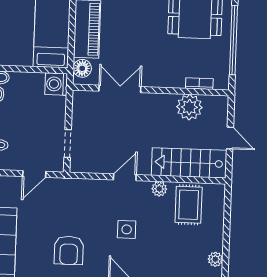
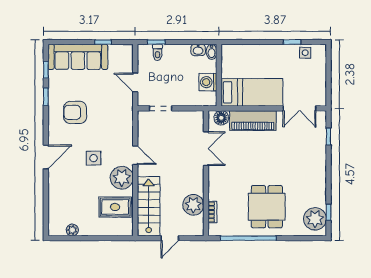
washing machine: (56, 84) -> (208, 82), moved, turned -90
plant: (159, 189) -> (122, 178), width x1.88, depth x1.88

